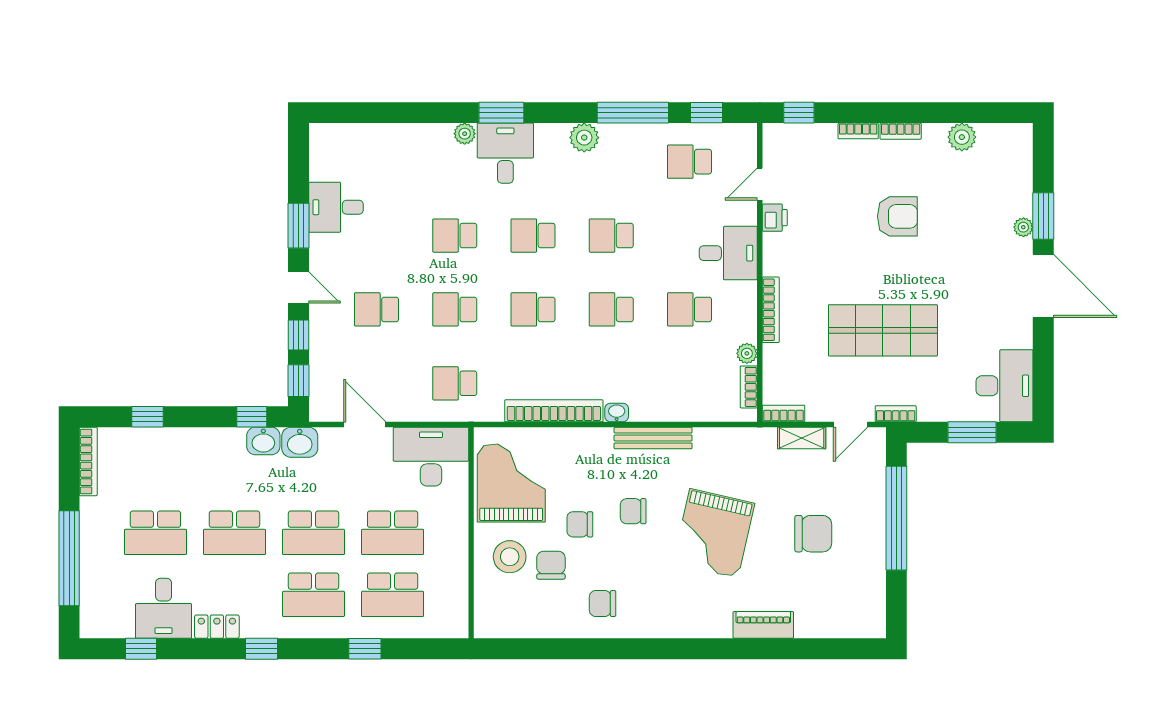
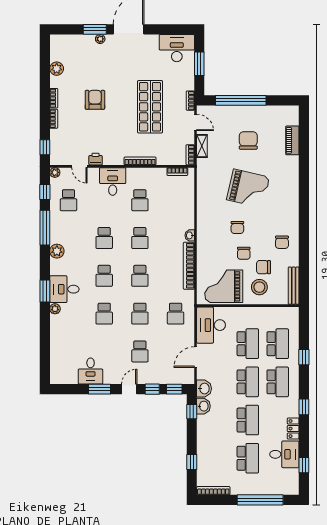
plant: (747, 353) -> (55, 172), moved
bench: (653, 438) -> (294, 286), moved
piano: (763, 625) -> (292, 140), moved

